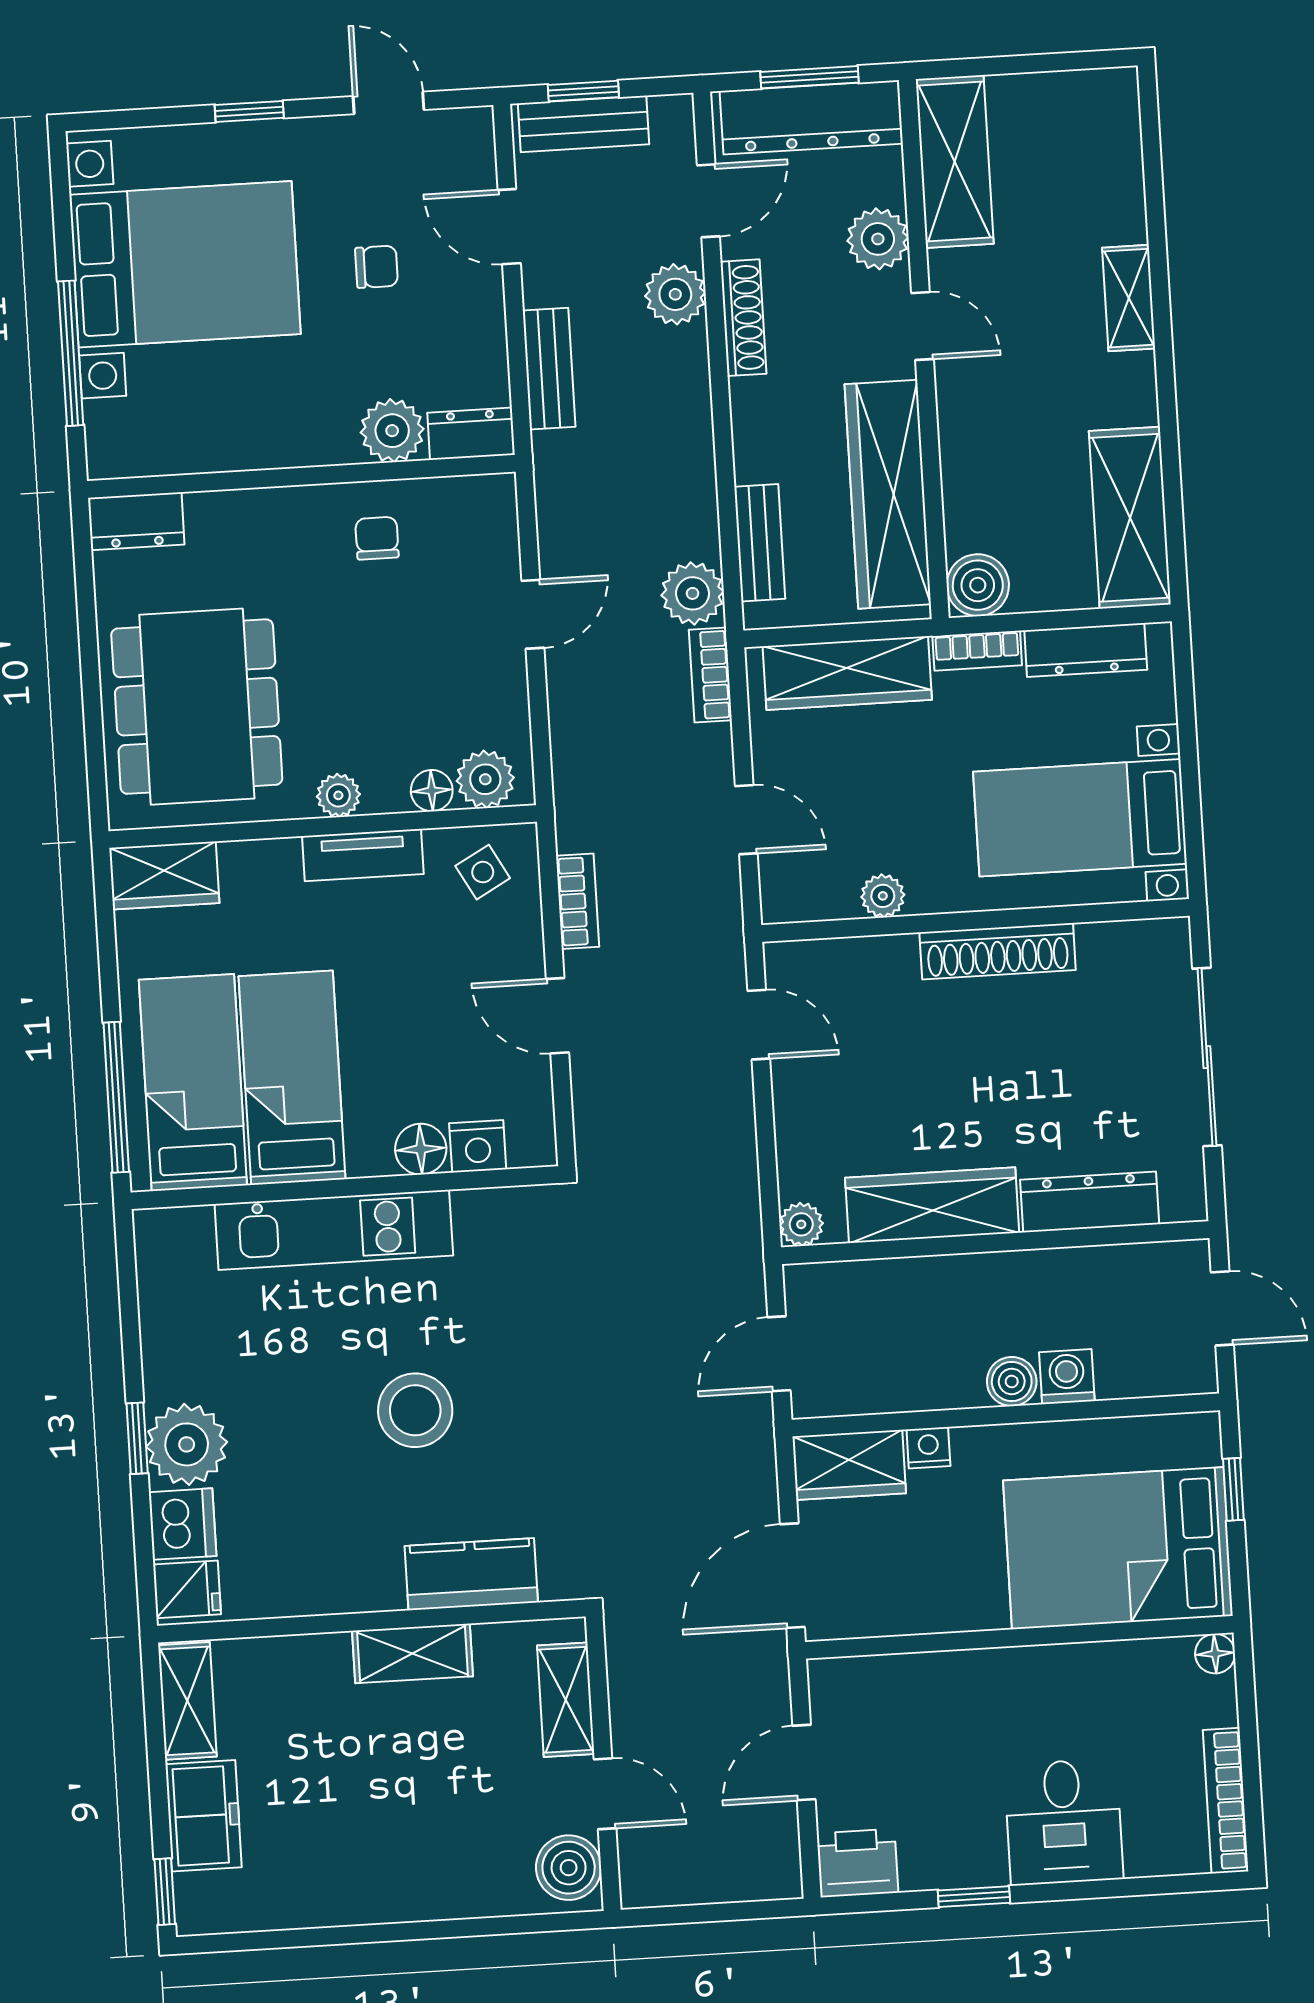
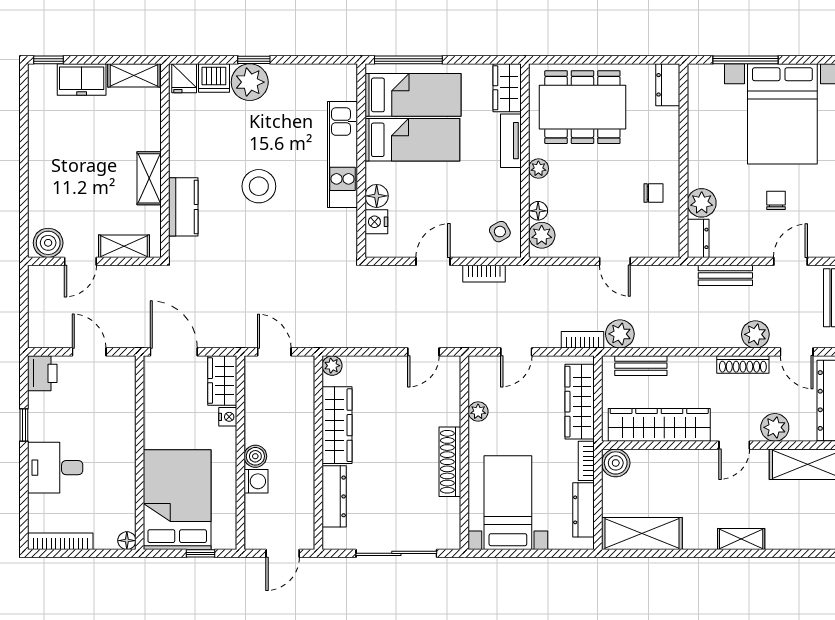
chair: (377, 267) -> (776, 200), turned 180
tv unit: (363, 855) -> (511, 141), moved

